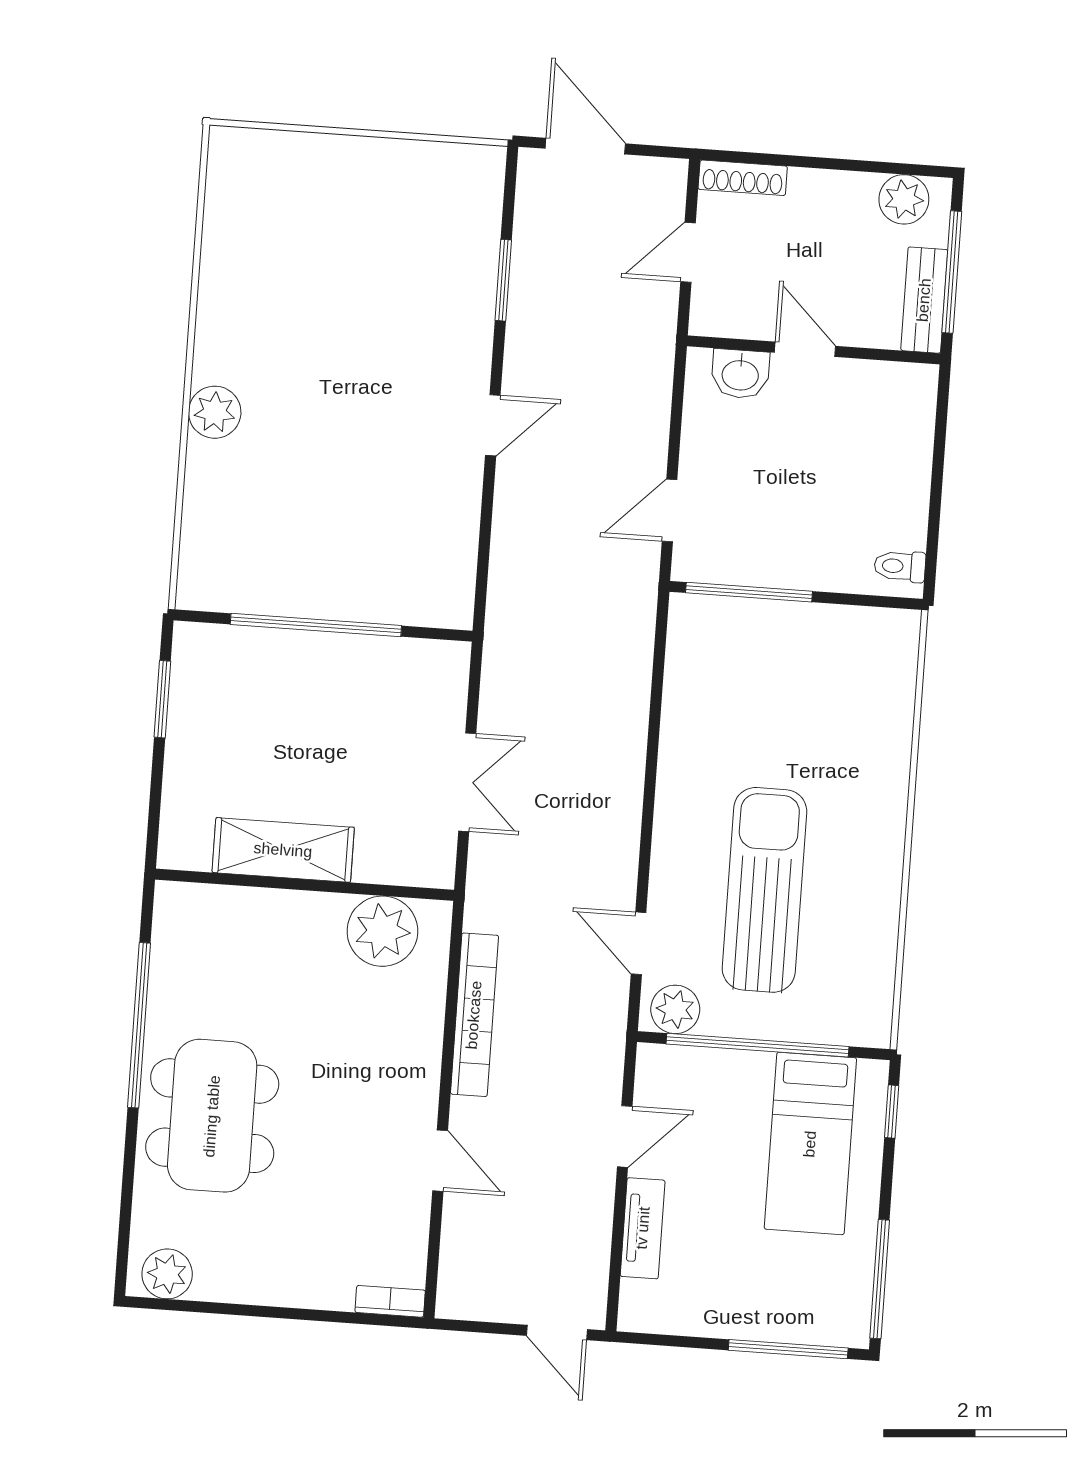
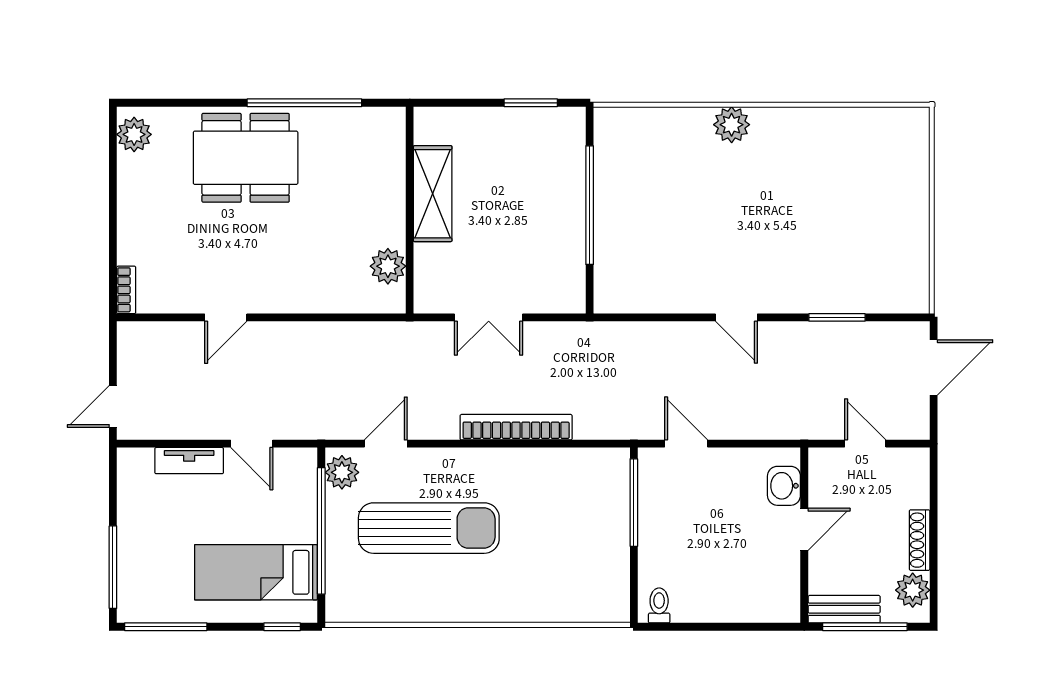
shoe rack: (743, 178) -> (920, 540), moved
plant: (382, 931) -> (388, 266), width x0.73, depth x0.73
bookcase: (474, 1015) -> (516, 427), moved, turned 180

